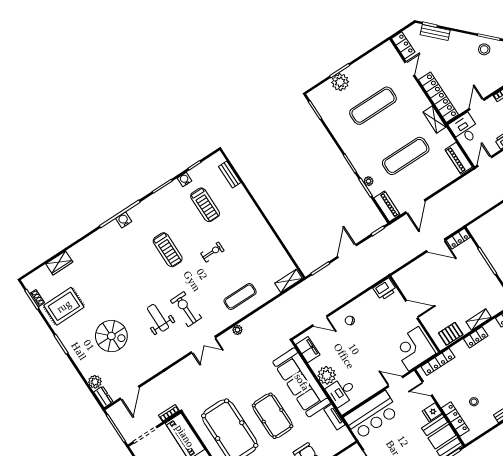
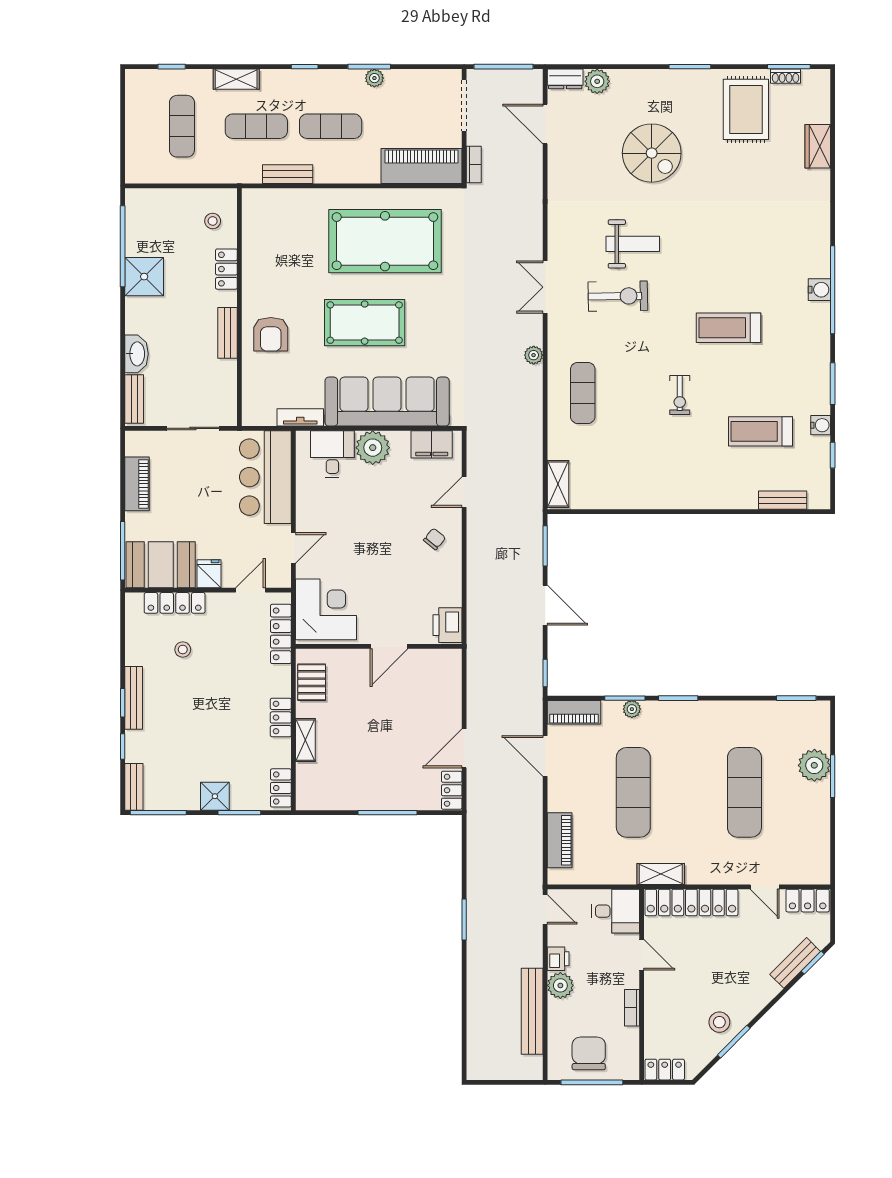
piano: (459, 158) -> (560, 840), moved, turned 90
spiral stairs: (111, 336) -> (652, 153), turned -90

